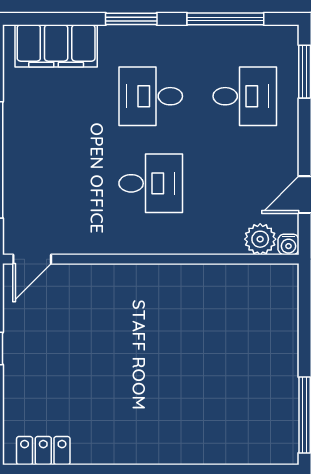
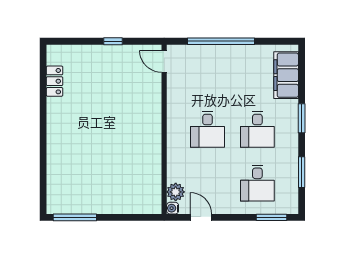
window: (225, 19) -> (302, 172), width x0.69
desk: (151, 96) -> (257, 129), turned 180
locker: (43, 451) -> (55, 81), moved

